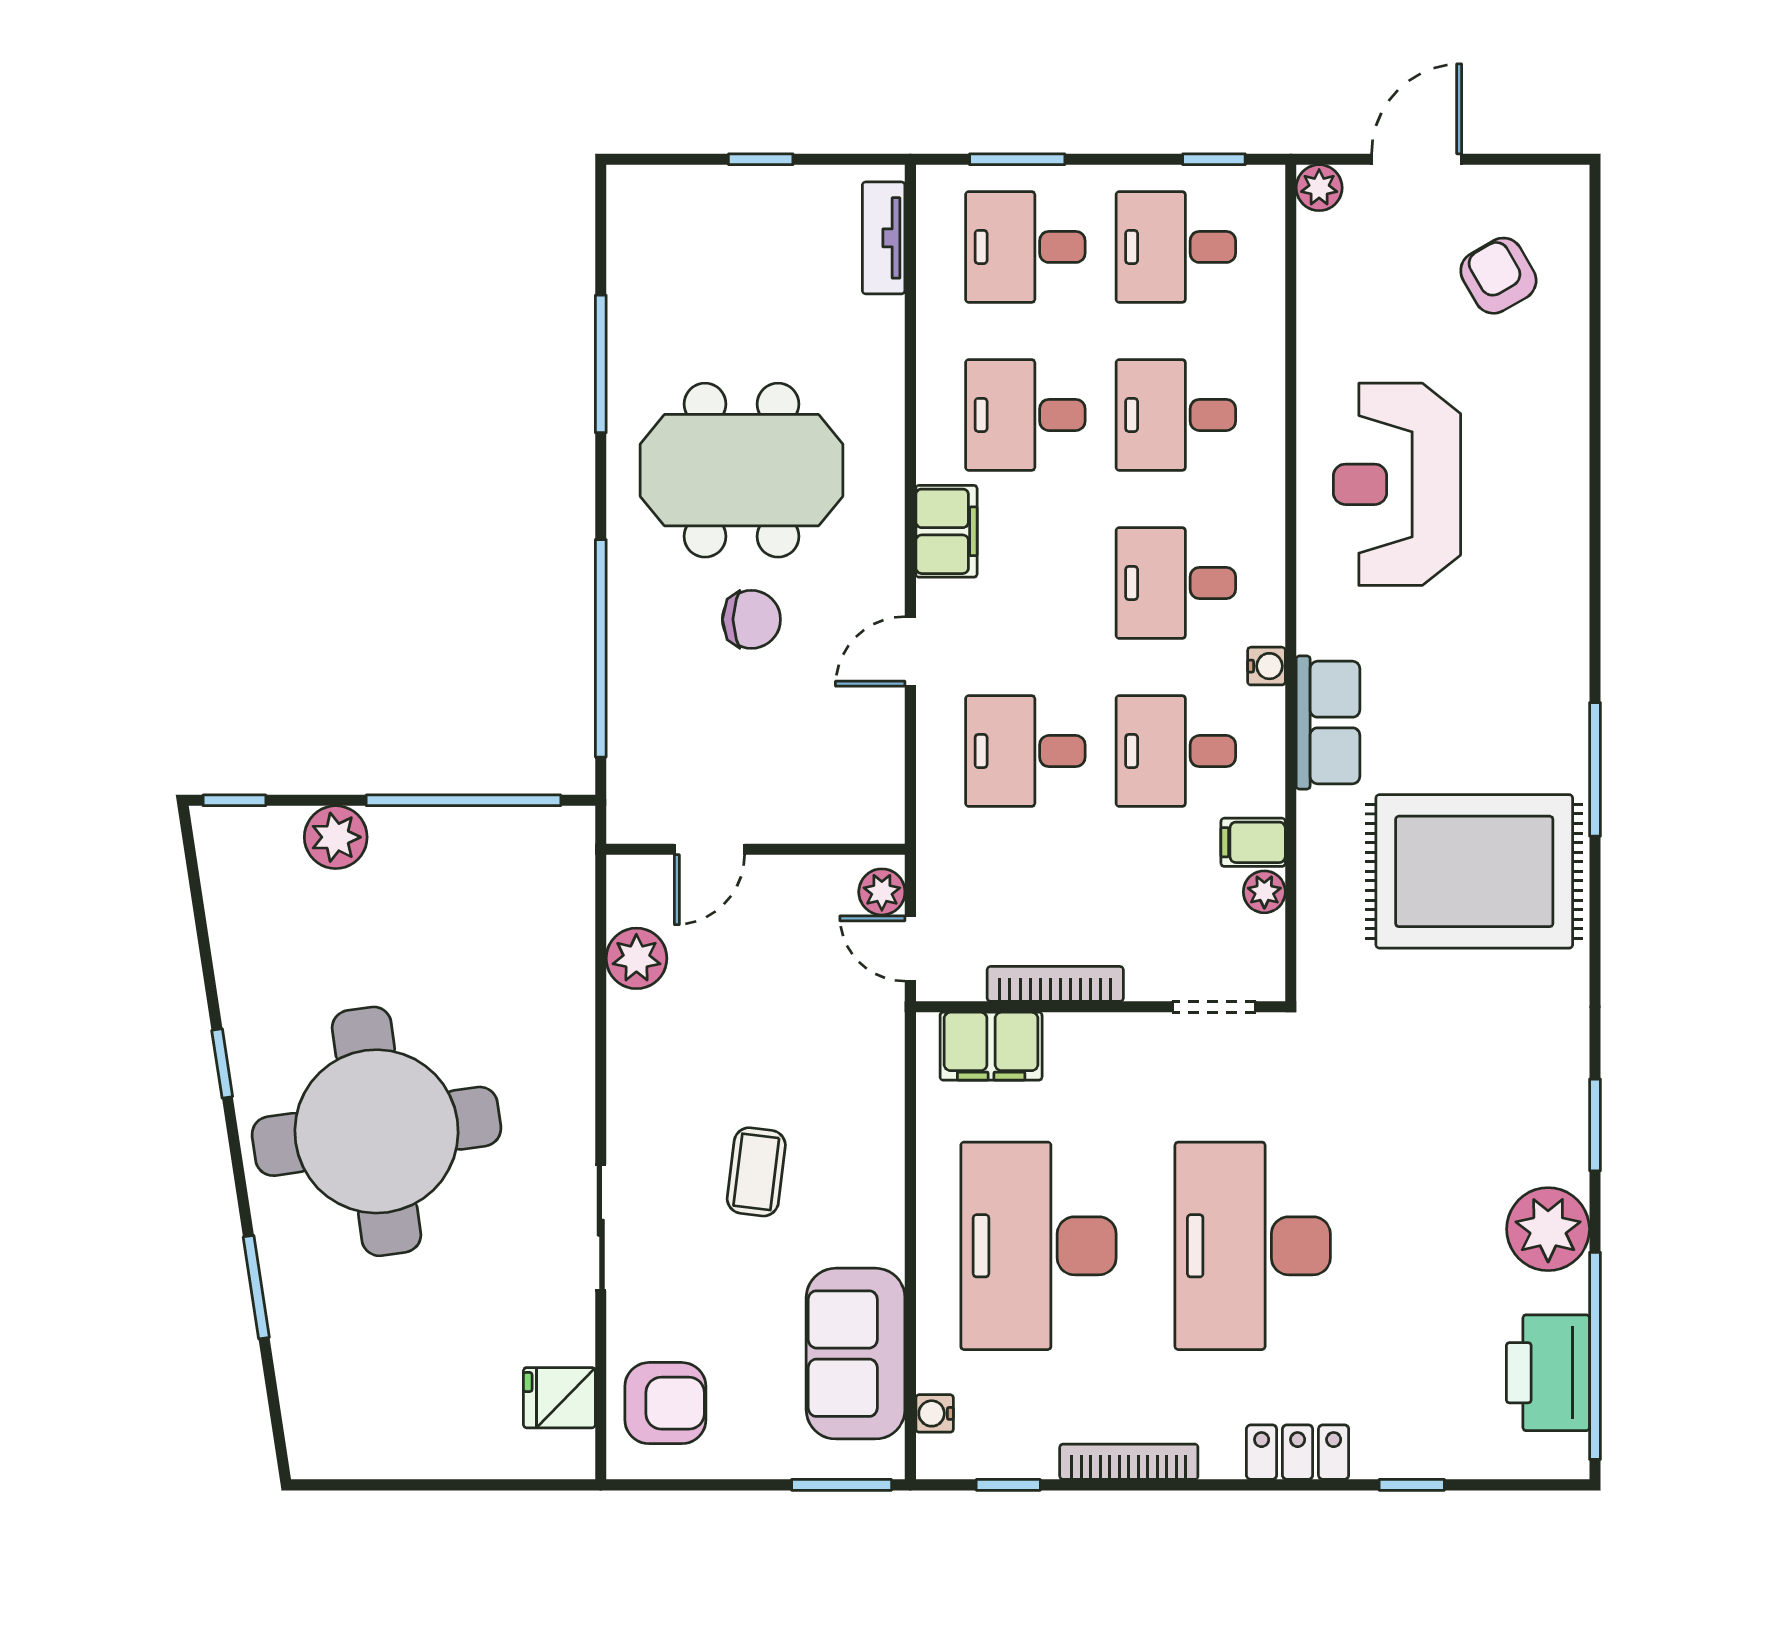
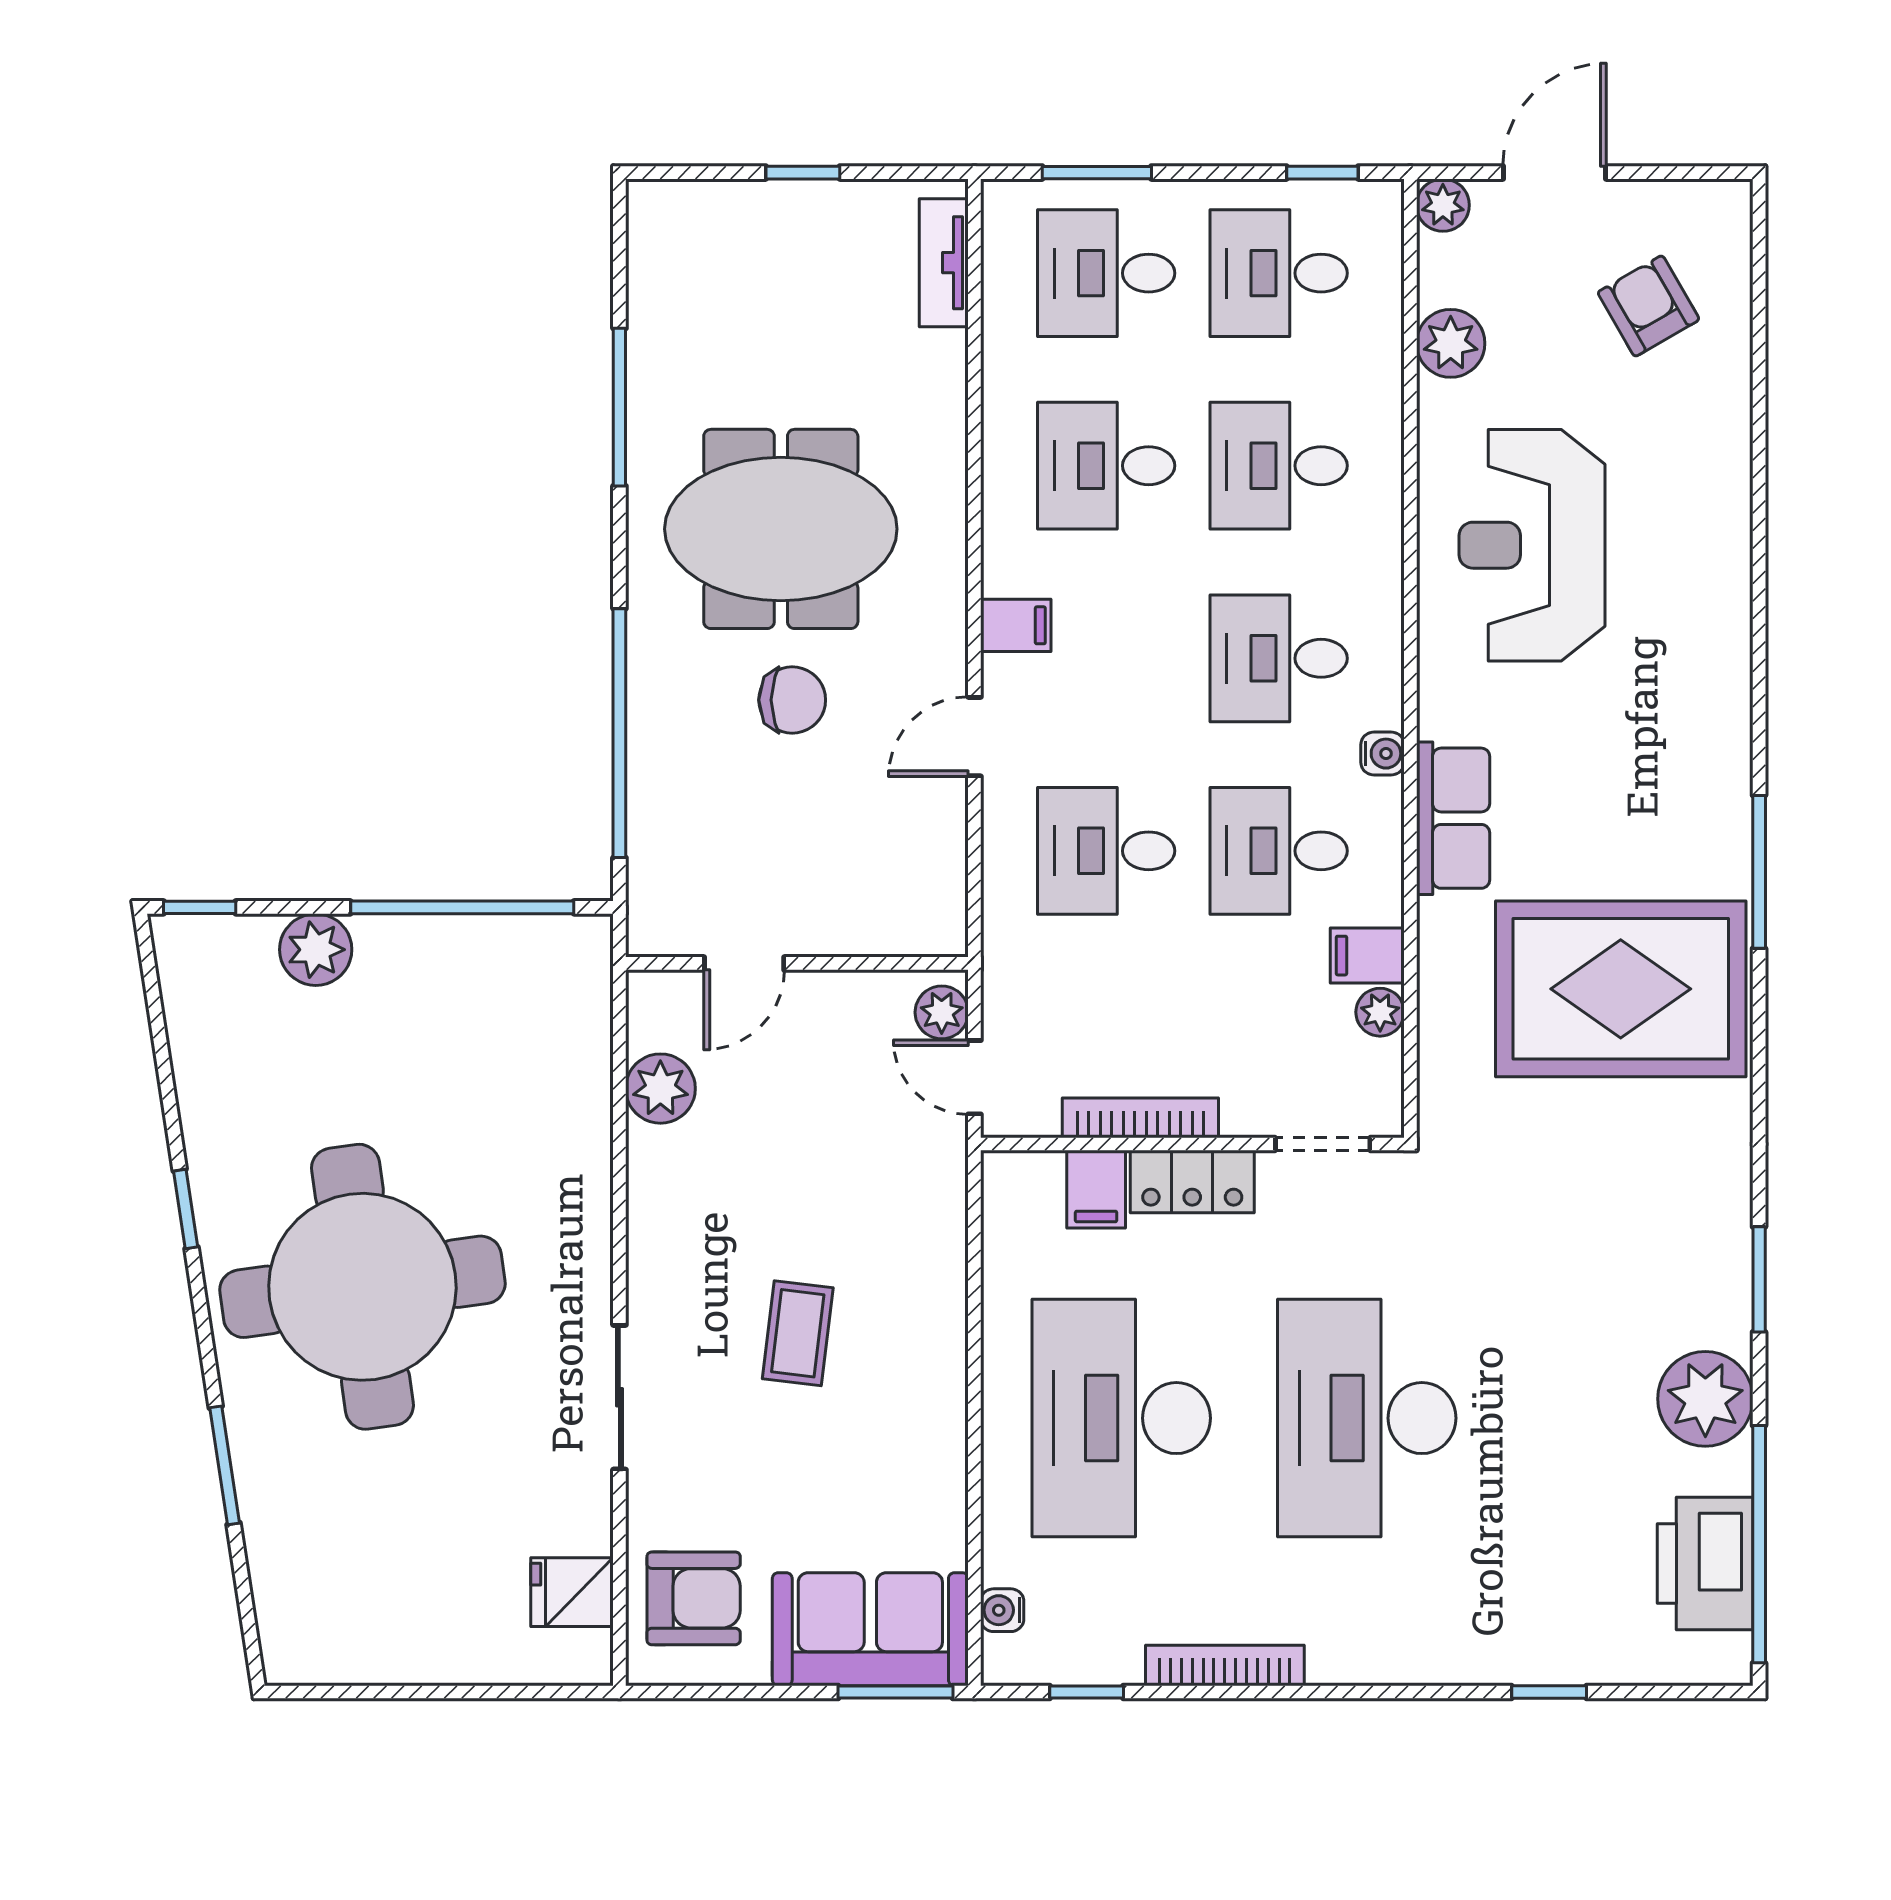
plant: (1326, 308) -> (1451, 343), added
filing cabinet: (946, 531) -> (1016, 625), width x0.50
filing cabinet: (991, 1046) -> (1096, 1189), width x0.50
sofa: (856, 1354) -> (870, 1629), moved, turned 90
locker: (1298, 1452) -> (1192, 1182), moved, turned 180

